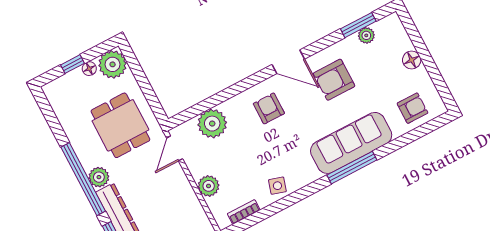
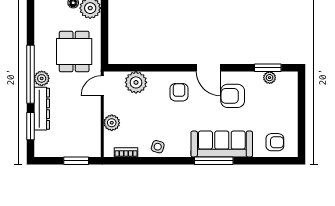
floor lamp: (412, 60) -> (291, 110), removed

